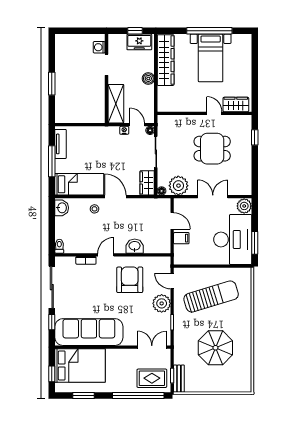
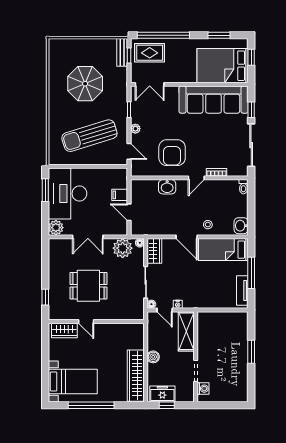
bed with nightstands: (211, 58) -> (73, 381), moved, turned 90
plant: (162, 303) -> (135, 129), width x0.53, depth x0.53

